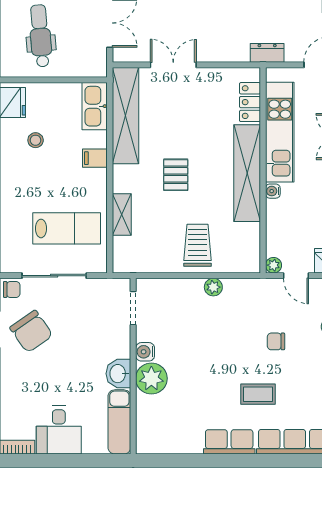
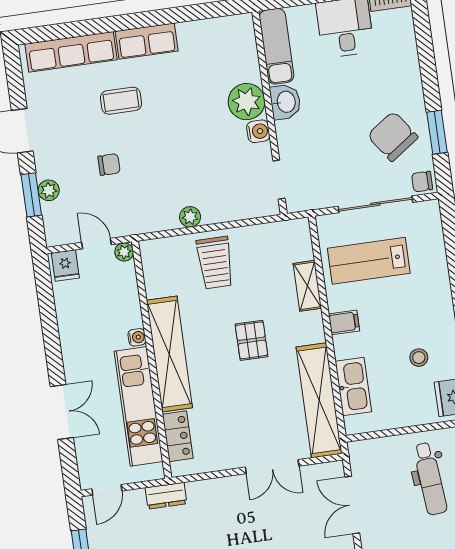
kitchen sink: (95, 106) -> (353, 386), moved
filing cabinet: (95, 158) -> (344, 322), moved

